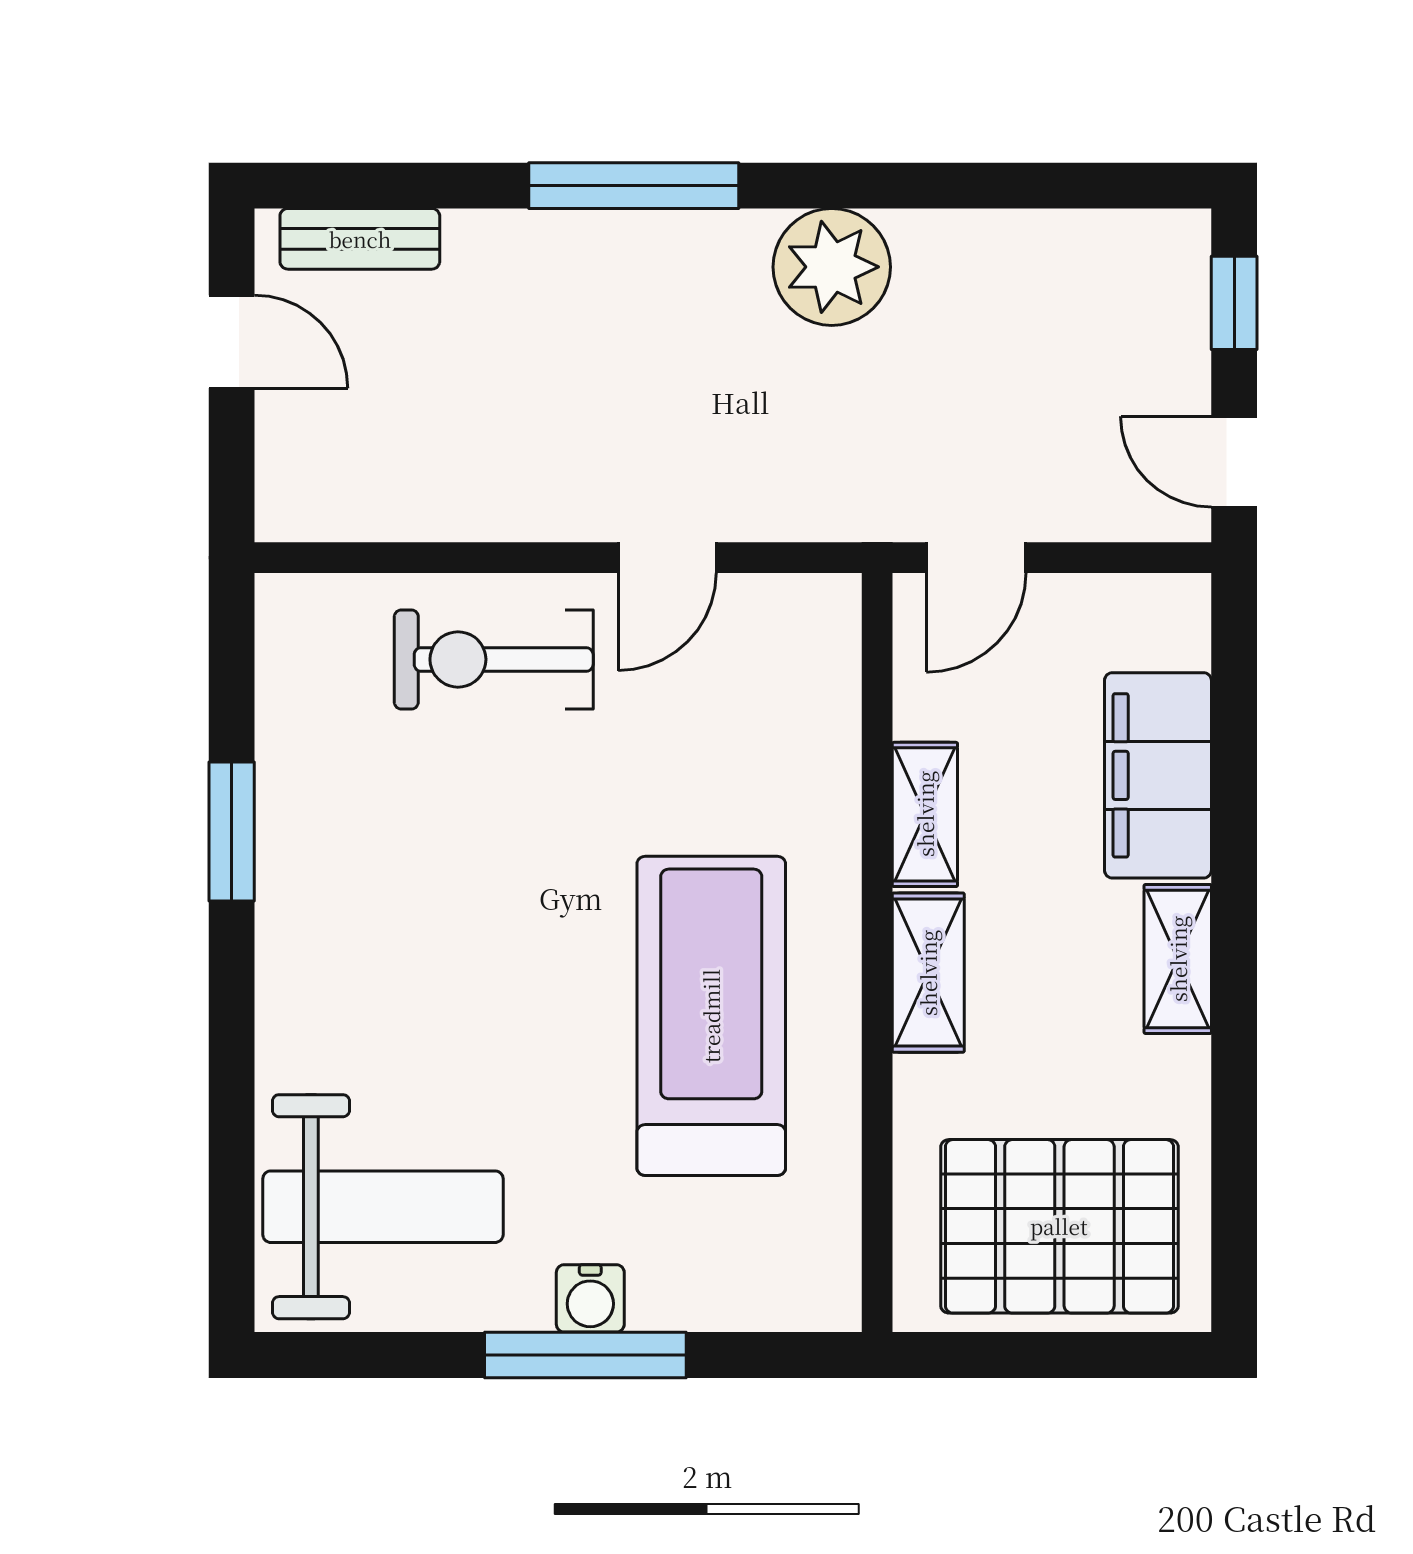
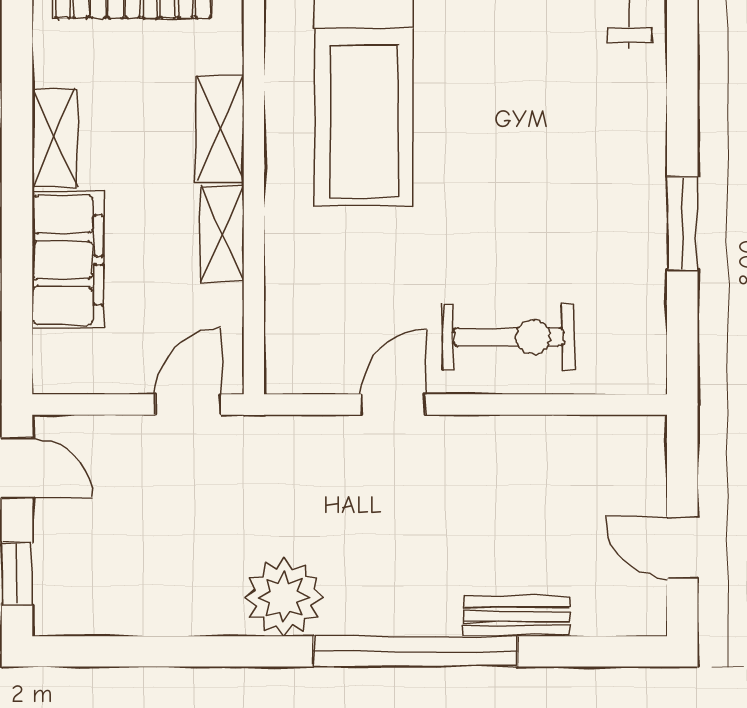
window: (634, 186) -> (415, 651), width x1.46
bench: (360, 239) -> (516, 616), moved

